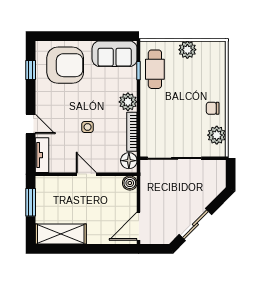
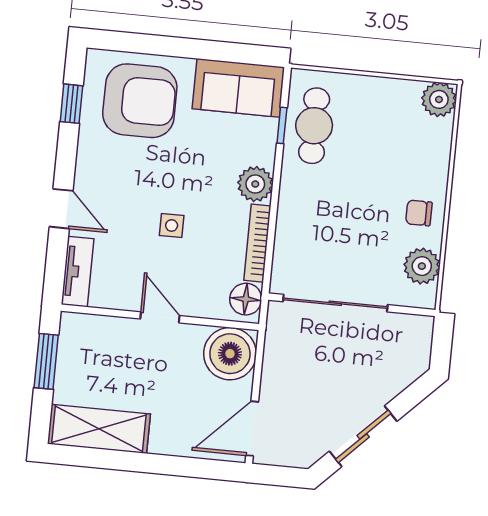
plant: (187, 50) -> (439, 99), moved
boiler: (130, 183) -> (230, 354), width x1.86, depth x1.86

